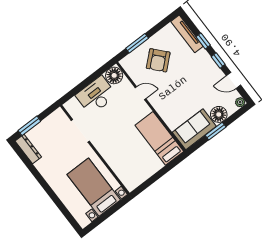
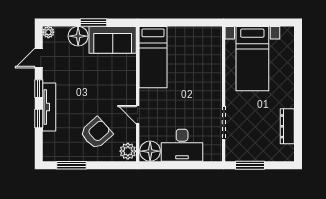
tv unit: (187, 34) -> (49, 107), moved
window: (137, 43) -> (72, 165), moved
plant: (129, 64) -> (128, 151), added
door: (233, 80) -> (39, 58), swing flipped
window: (29, 126) -> (250, 165), moved
dresser: (28, 149) -> (287, 126), moved

